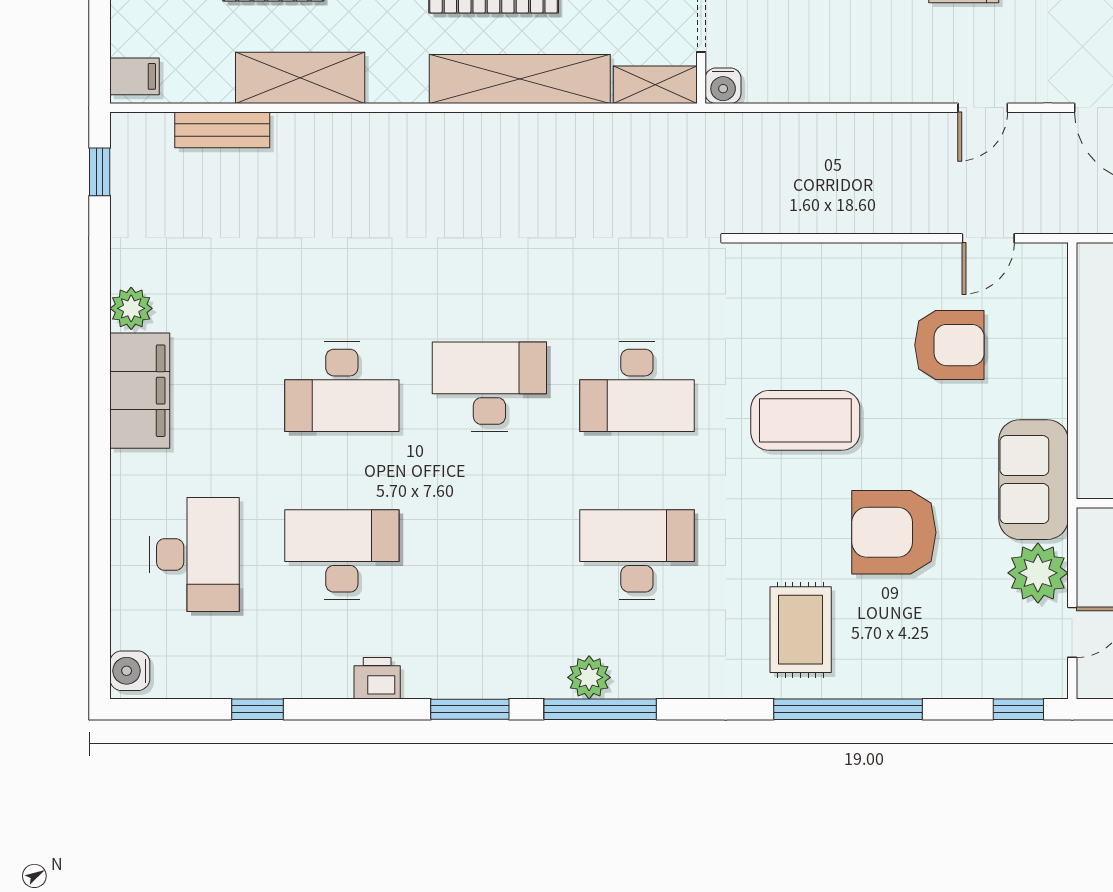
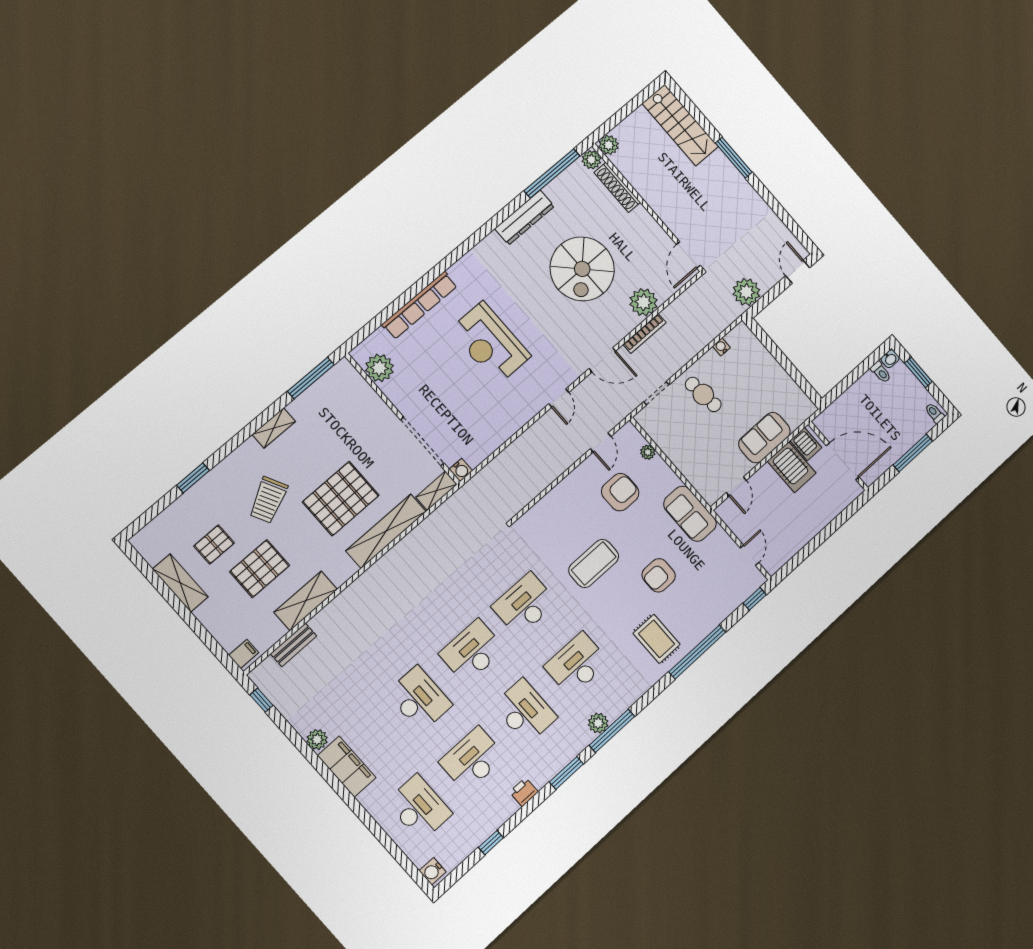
desk: (342, 387) -> (419, 699), turned -90
desk: (637, 387) -> (524, 604), turned 180
armchair: (894, 532) -> (659, 575), width x0.73, depth x0.73
desk: (489, 555) -> (525, 711), added
plant: (1038, 573) -> (648, 452), moved, width x0.53, depth x0.53

